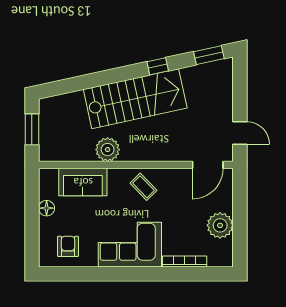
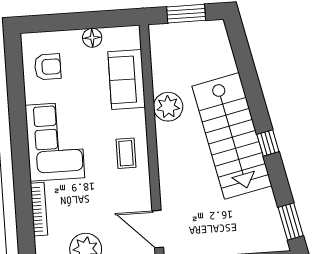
window: (158, 66) -> (268, 143), moved
coffee table: (143, 187) -> (126, 153), turned -46

